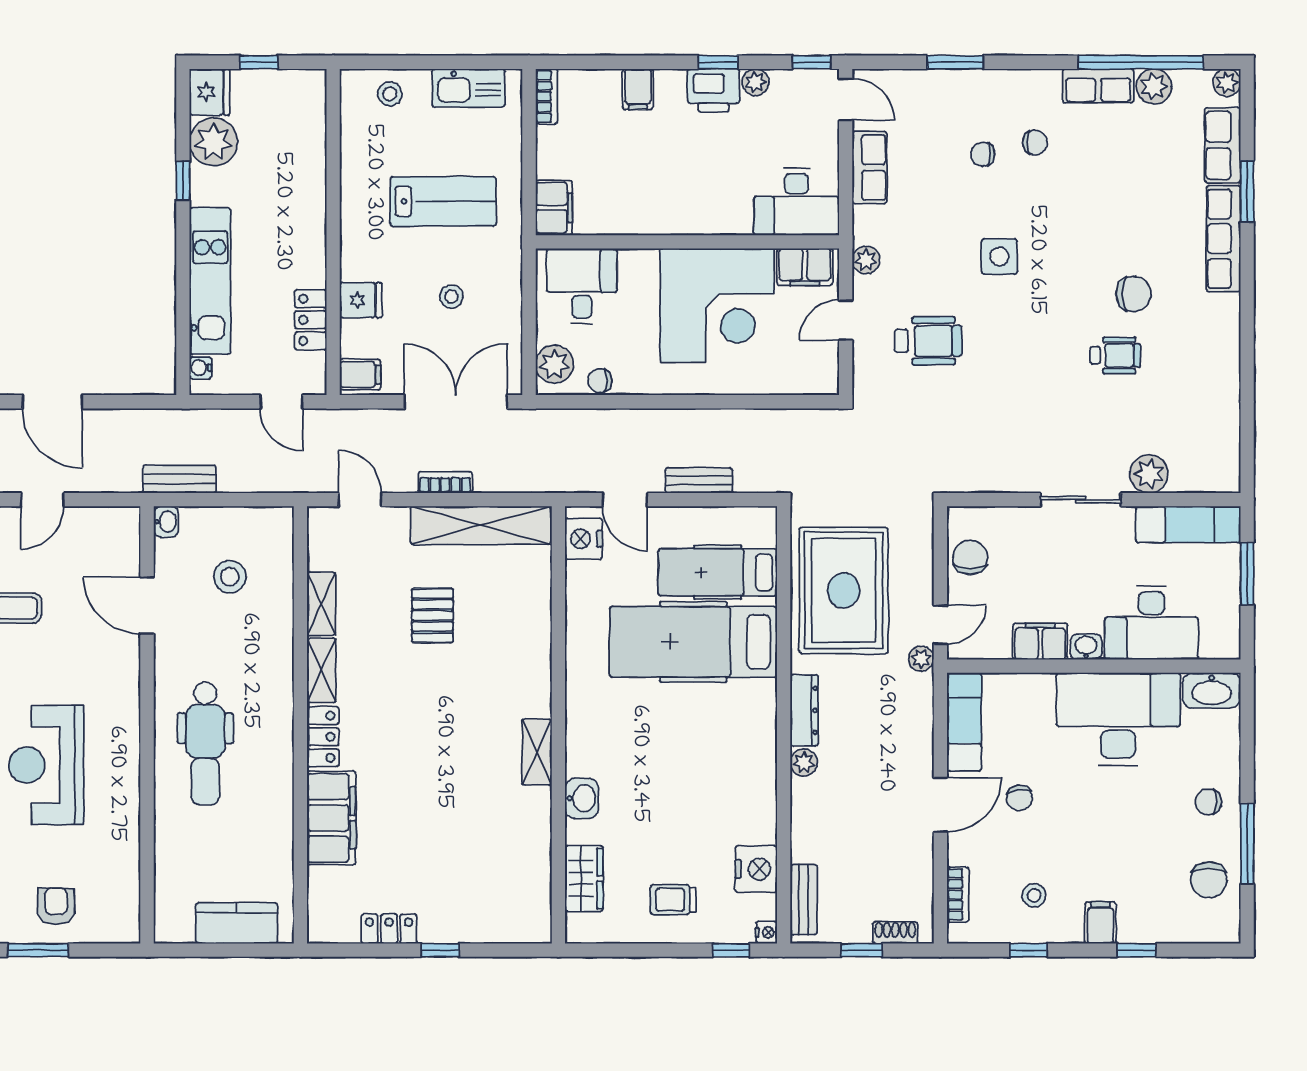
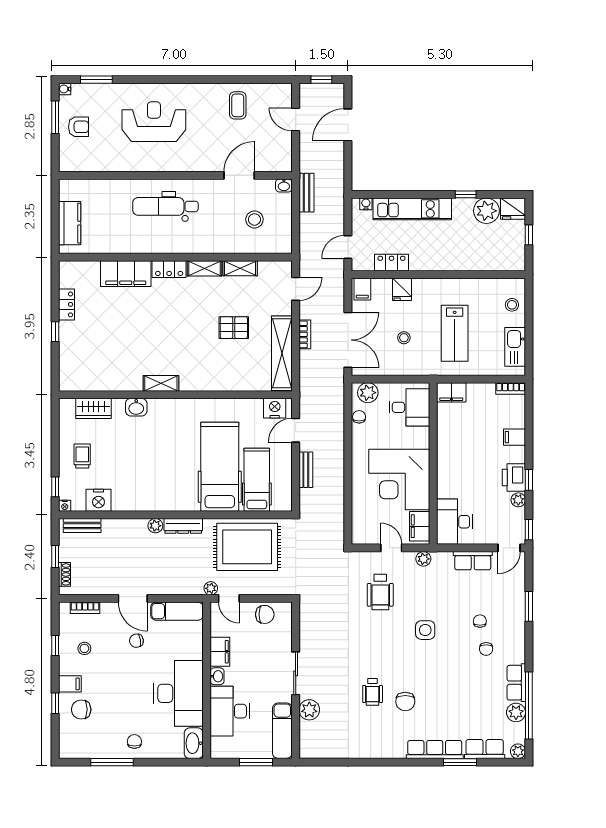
chair: (1209, 880) -> (81, 709), moved

